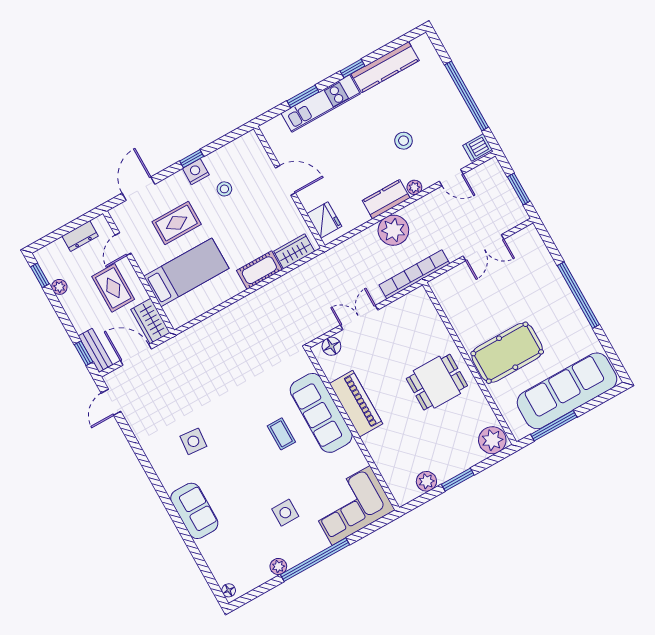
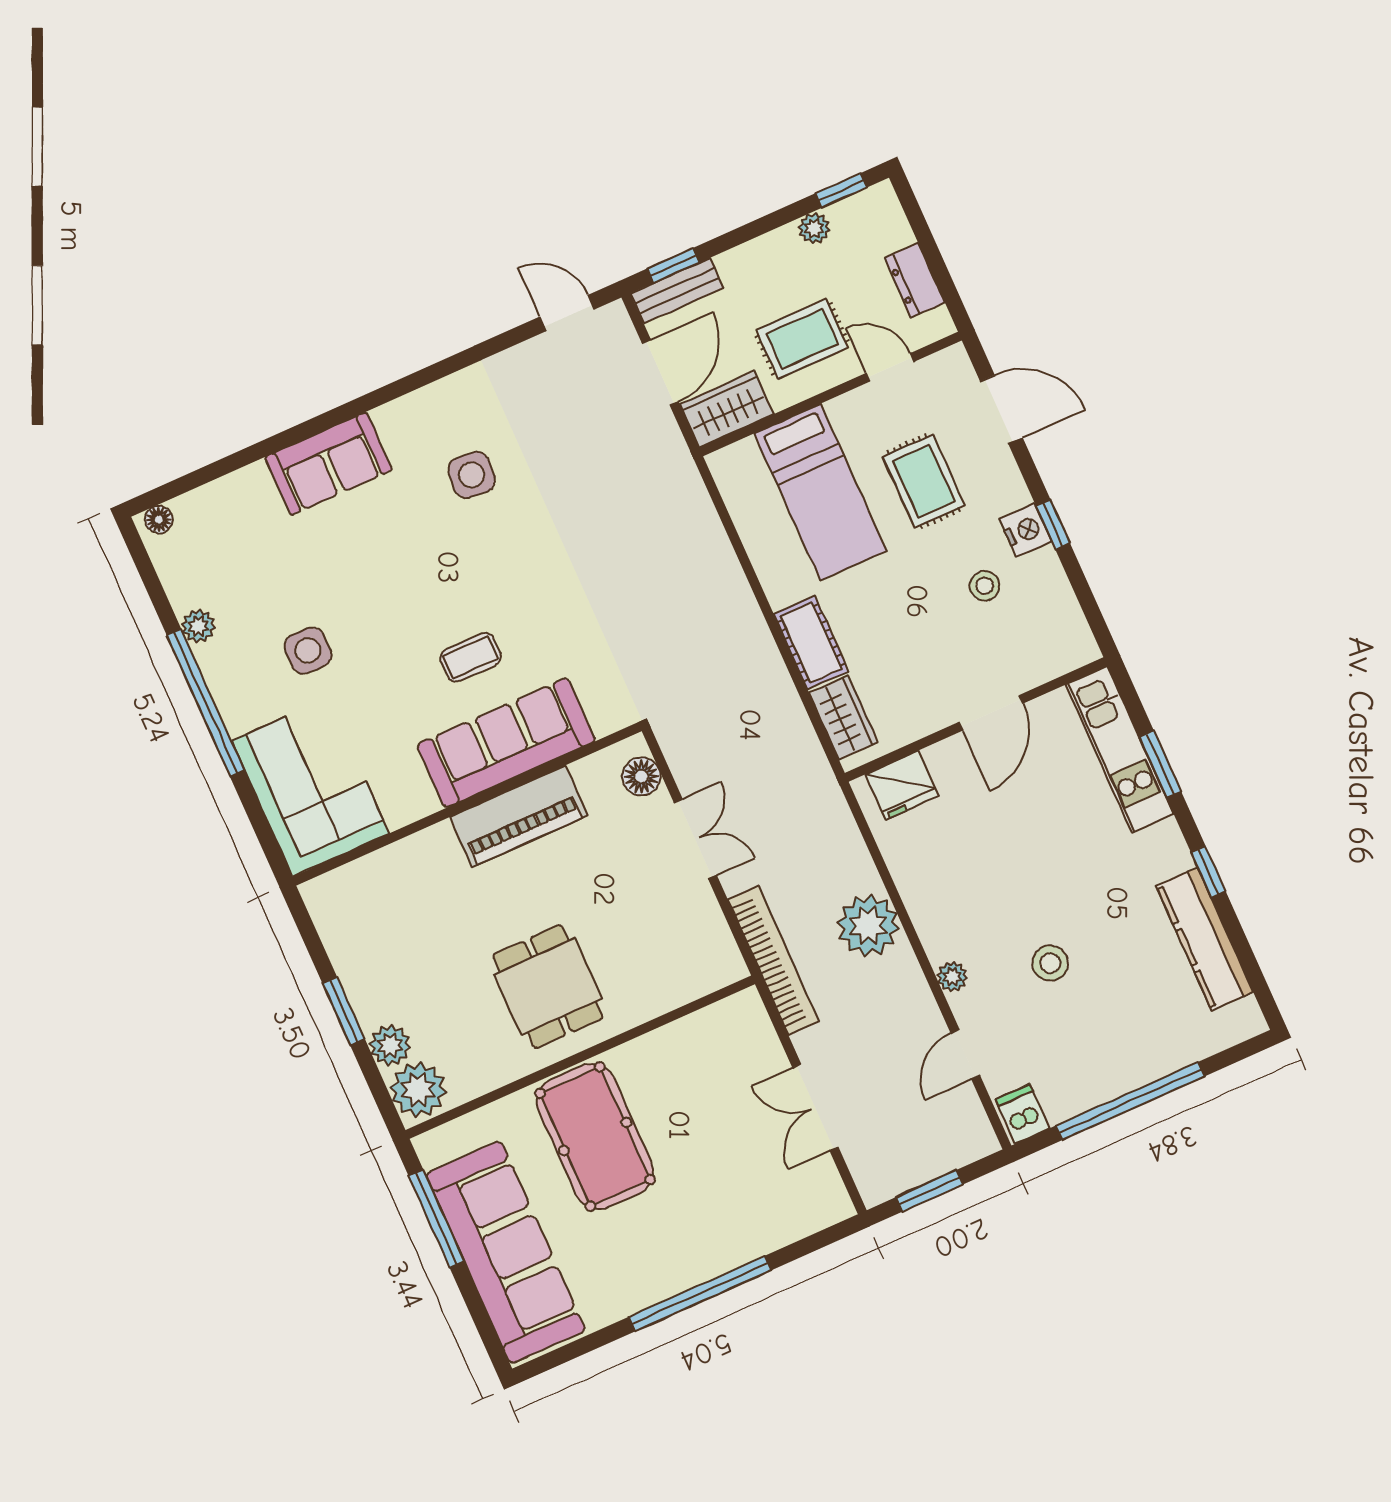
kitchen unit: (321, 103) -> (1120, 749), moved
kitchen counter: (386, 199) -> (933, 916), removed
plant: (426, 481) -> (390, 1045), moved

